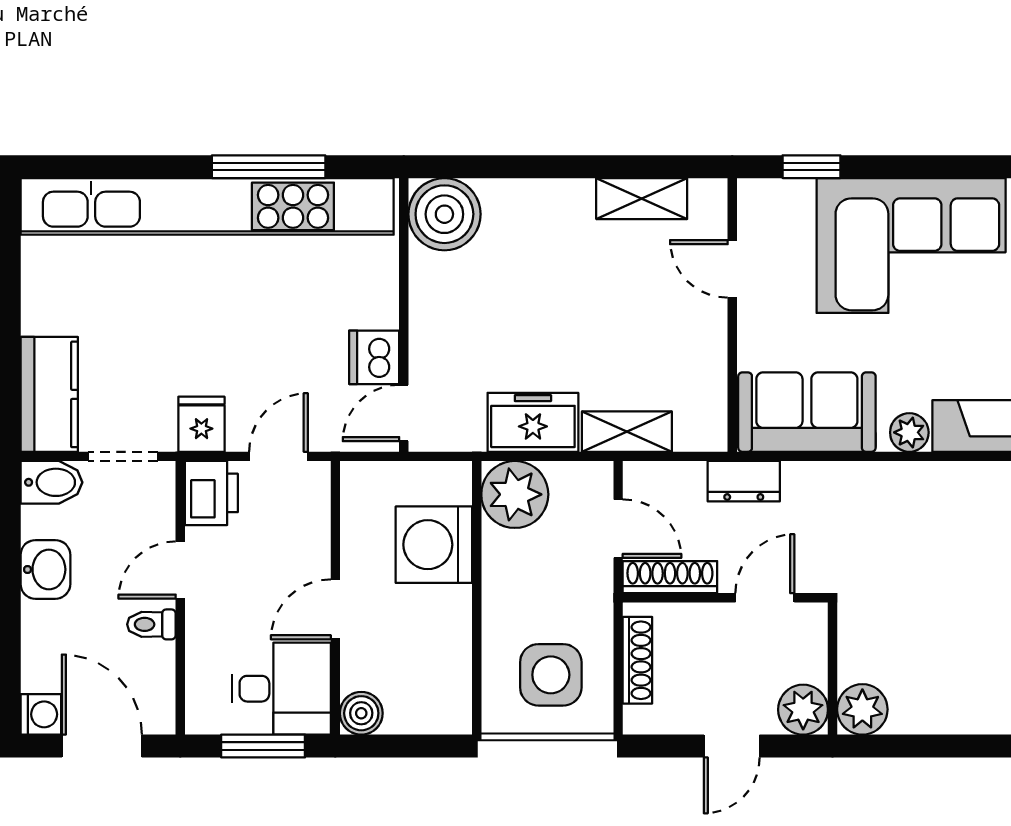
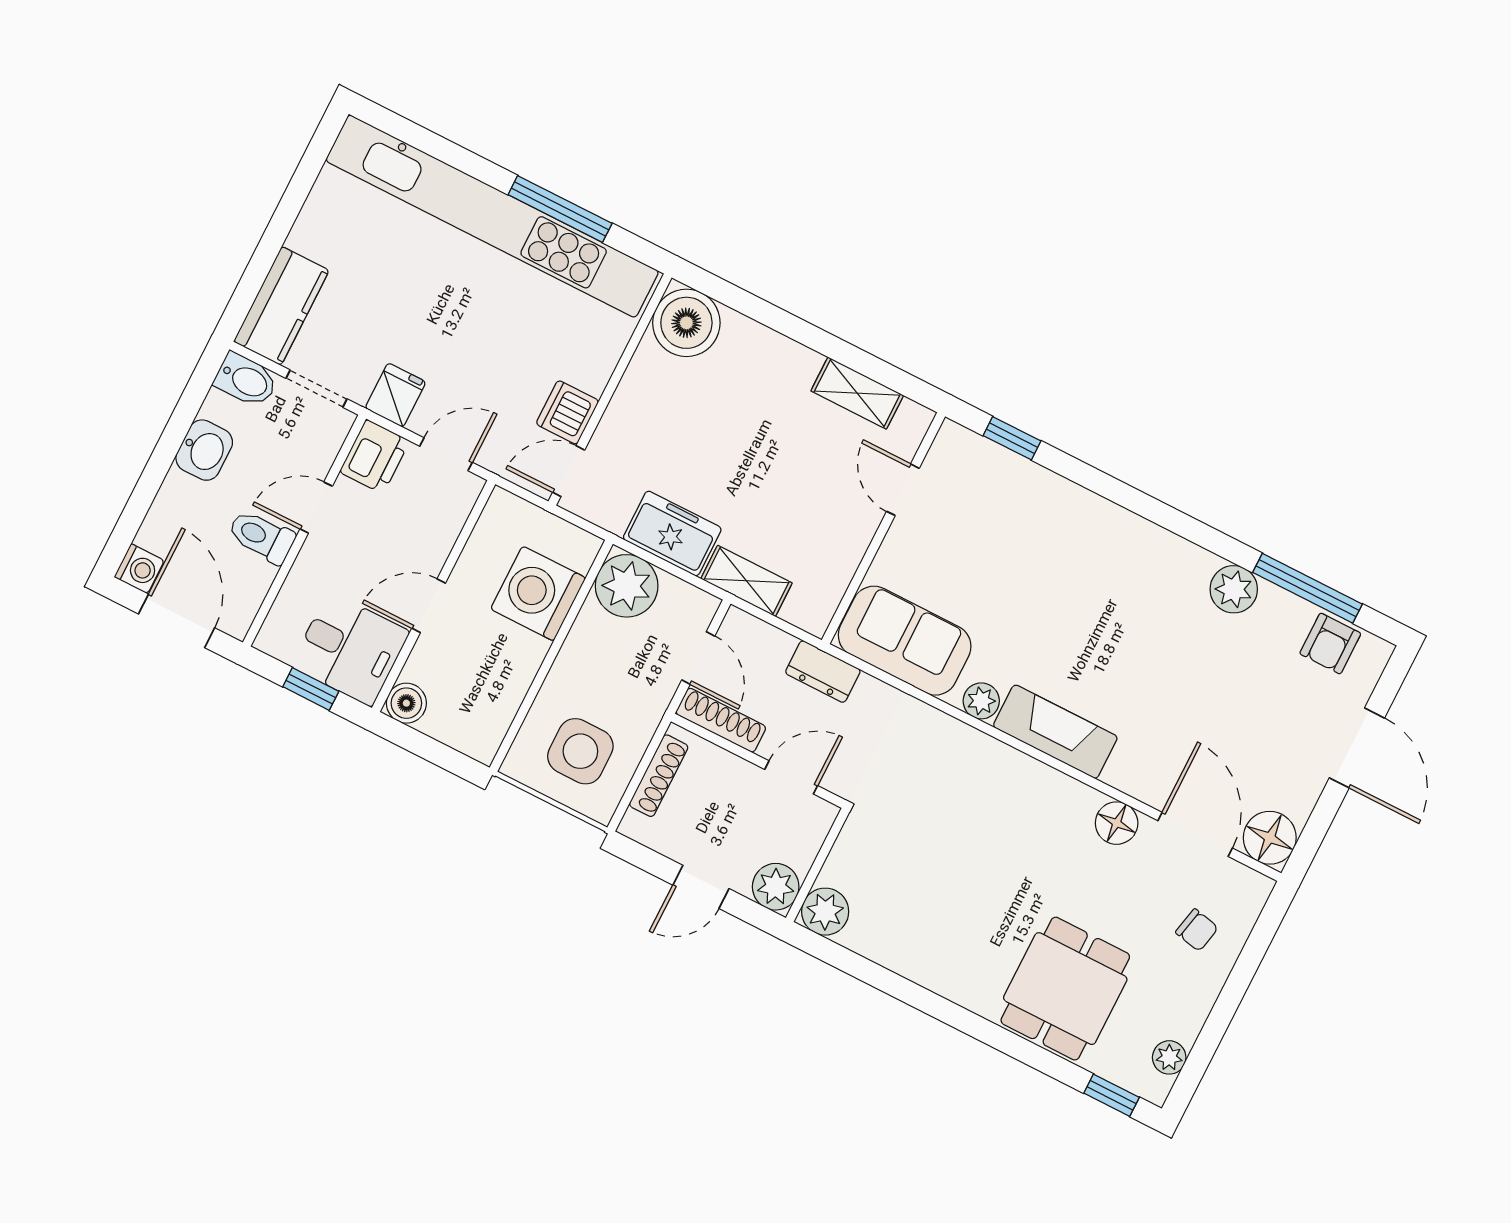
corner sofa: (911, 246) -> (1062, 546), removed
toilet: (151, 624) -> (261, 537), width x1.37, depth x1.39
window: (263, 746) -> (311, 689), width x0.67

